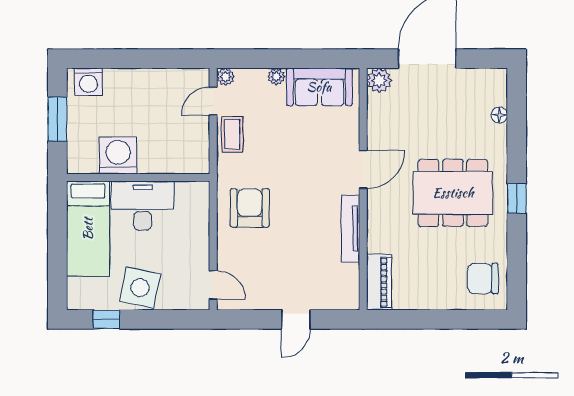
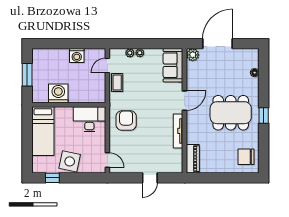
plant: (225, 77) -> (130, 53), moved
washing machine: (89, 82) -> (77, 55), moved
sofa: (319, 87) -> (173, 65), moved, turned 90
desk: (143, 206) -> (89, 119), moved

